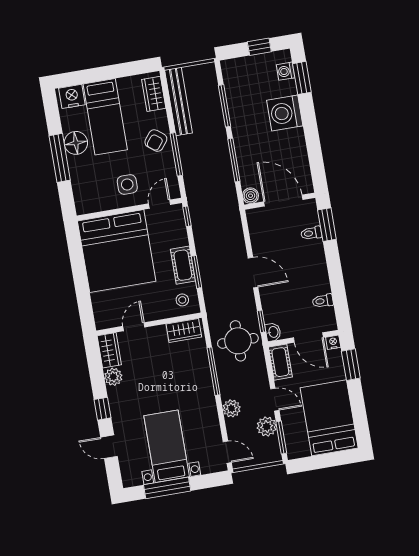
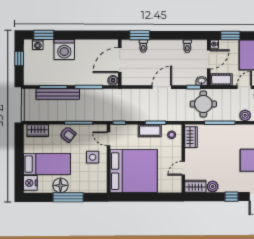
bench: (178, 102) -> (58, 94), moved
door: (134, 327) -> (183, 168), hinge flipped

